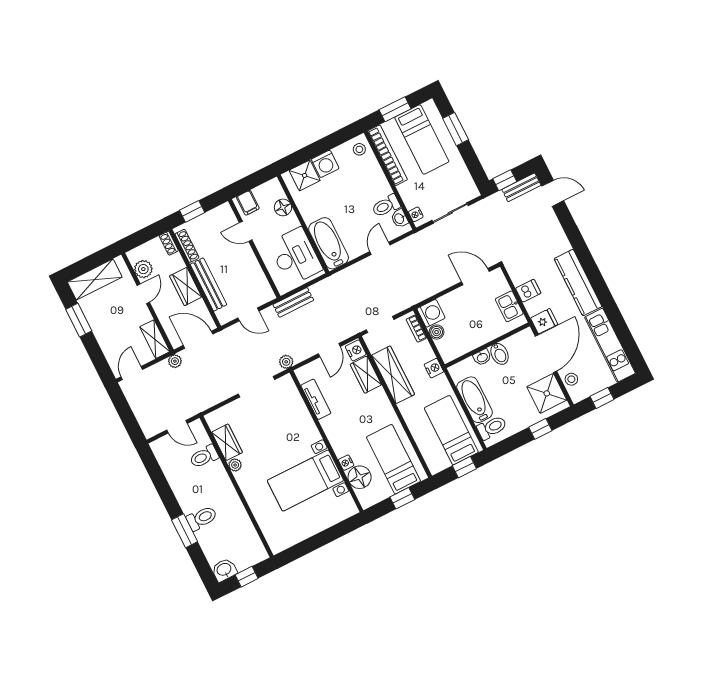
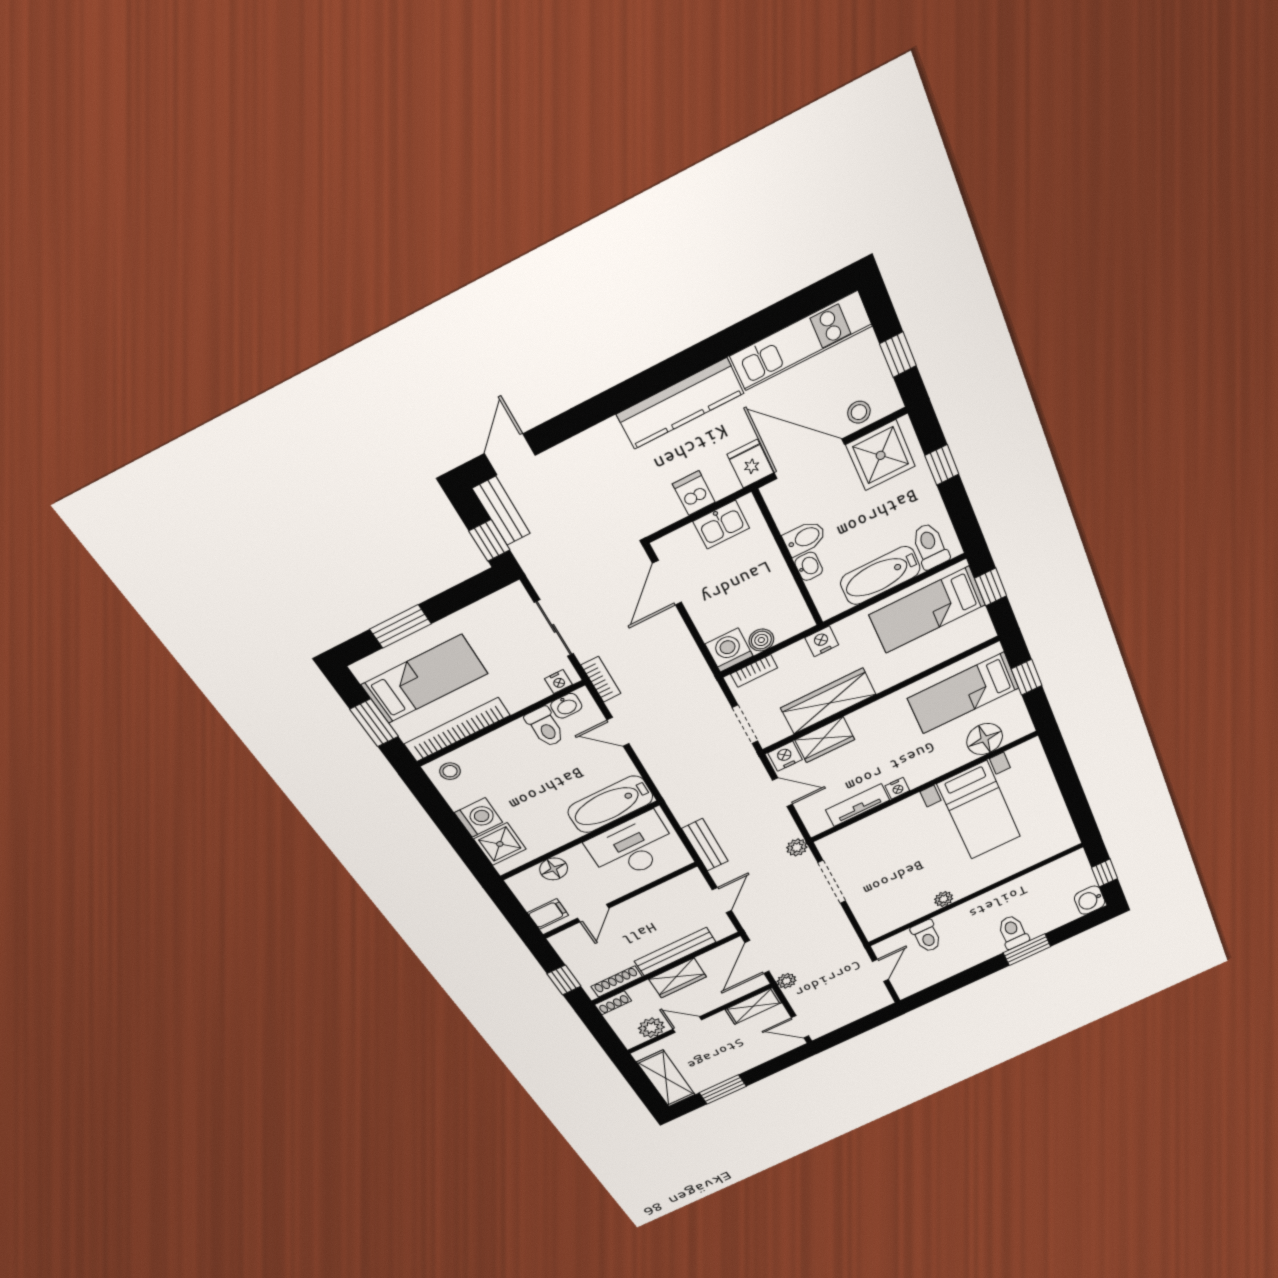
bookcase: (416, 239) -> (601, 679), added
wardrobe: (227, 442) -> (910, 911), removed
nightstand: (346, 463) -> (897, 788), moved

